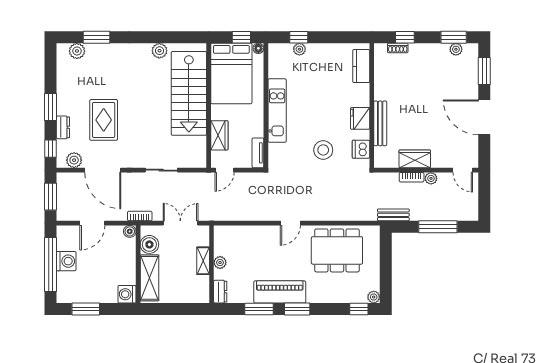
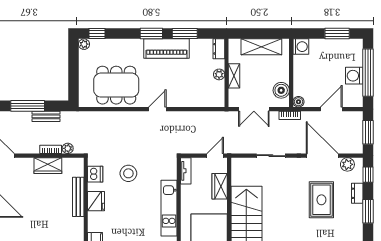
plant: (431, 178) -> (68, 148), moved
bench: (393, 215) -> (46, 116), moved
shelving: (149, 278) -> (261, 47), moved, turned 90

